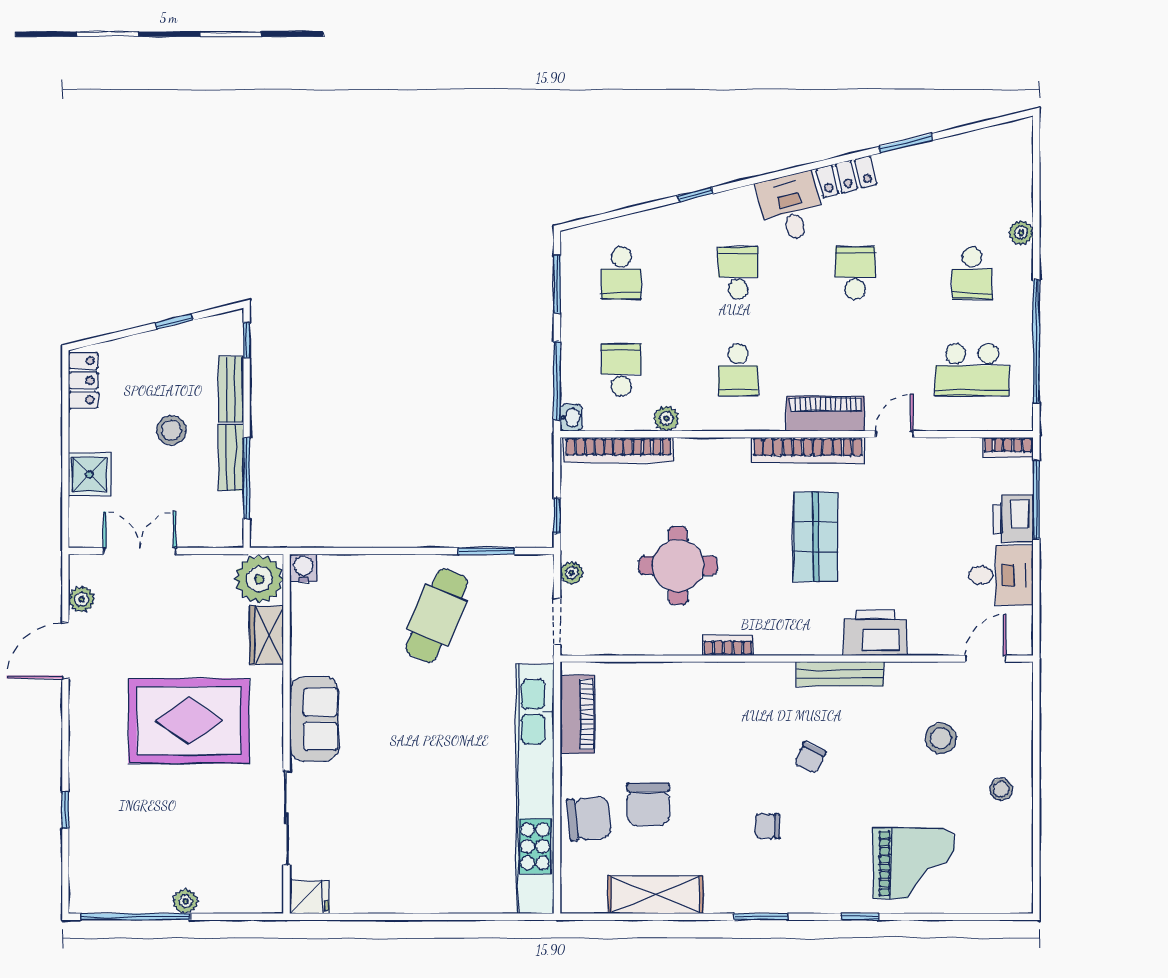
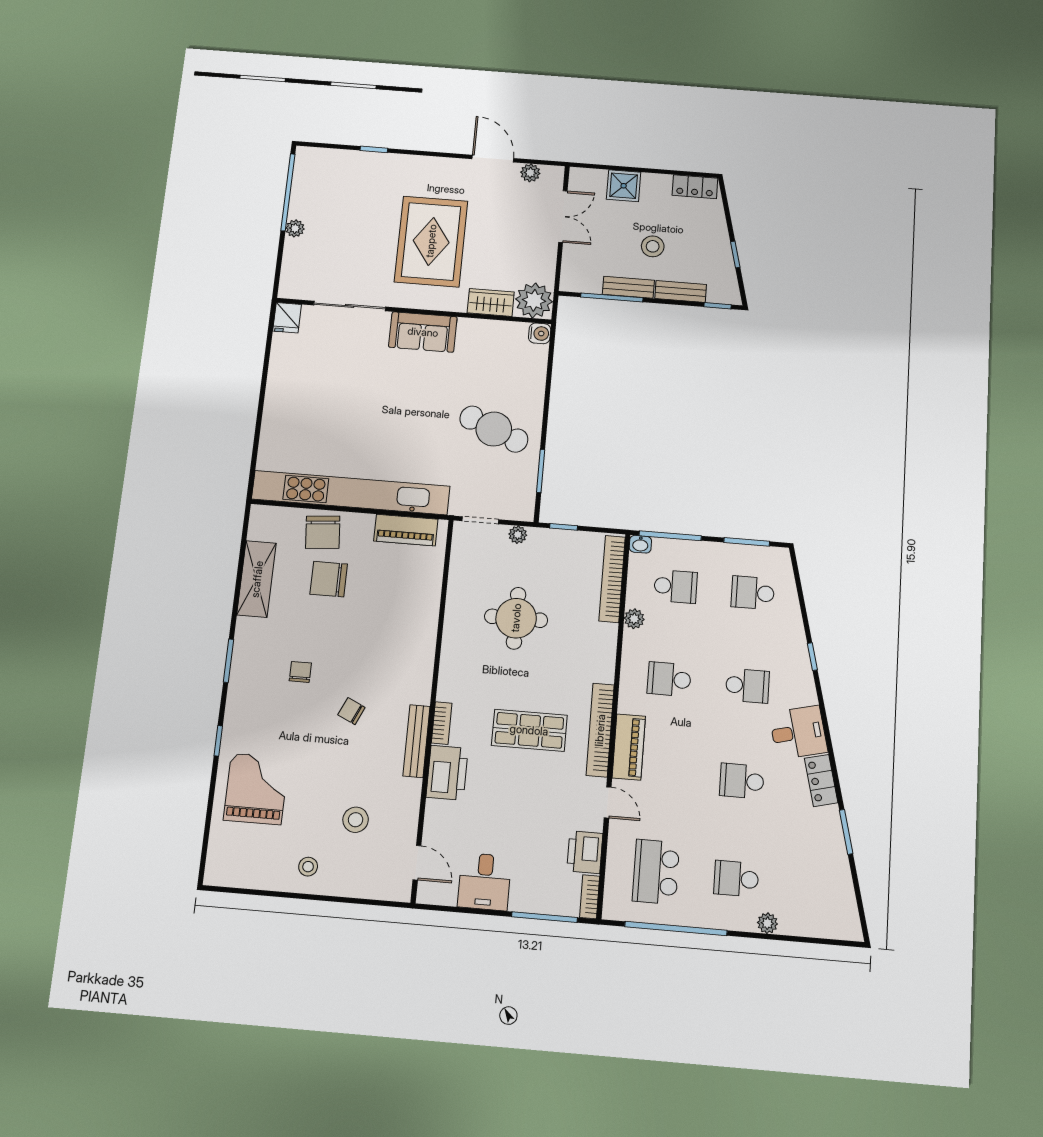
school desk: (855, 273) -> (742, 781), turned 180
printer: (1013, 519) -> (585, 852), moved, turned -90
bookcase: (728, 645) -> (442, 723), moved
grand piano: (914, 863) -> (256, 789), turned 180

